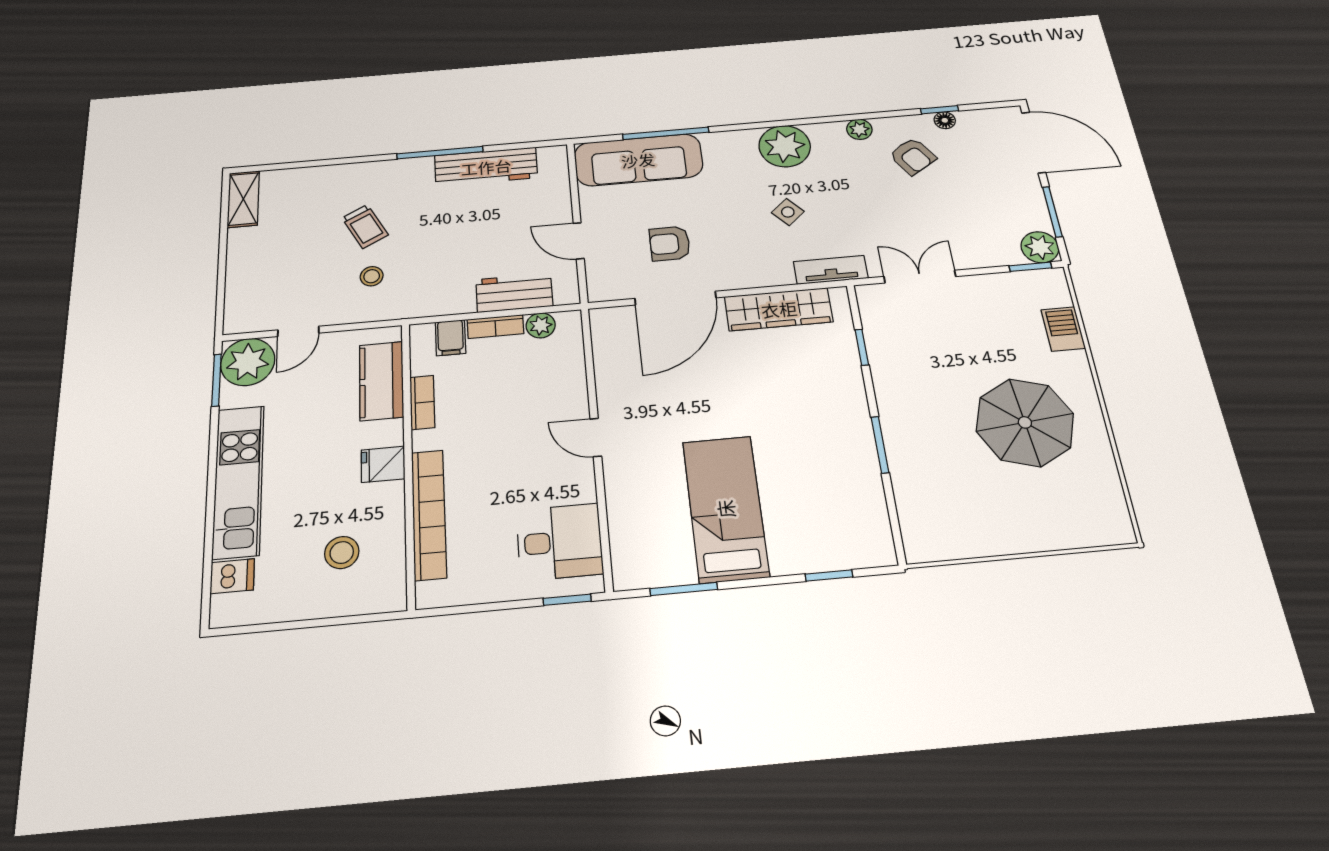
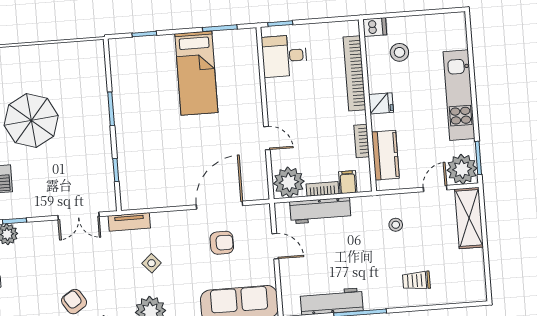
shelving: (243, 199) -> (469, 218), moved, width x1.50, depth x1.33
trolley: (365, 226) -> (416, 281), moved, turned -62
workbench: (514, 293) -> (320, 211), width x1.38
wardrobe: (779, 309) -> (161, 196), removed
plant: (541, 325) -> (289, 182), width x1.88, depth x1.88
door: (596, 437) -> (267, 138), moved
dishwasher: (232, 576) -> (375, 27), moved, turned 180

